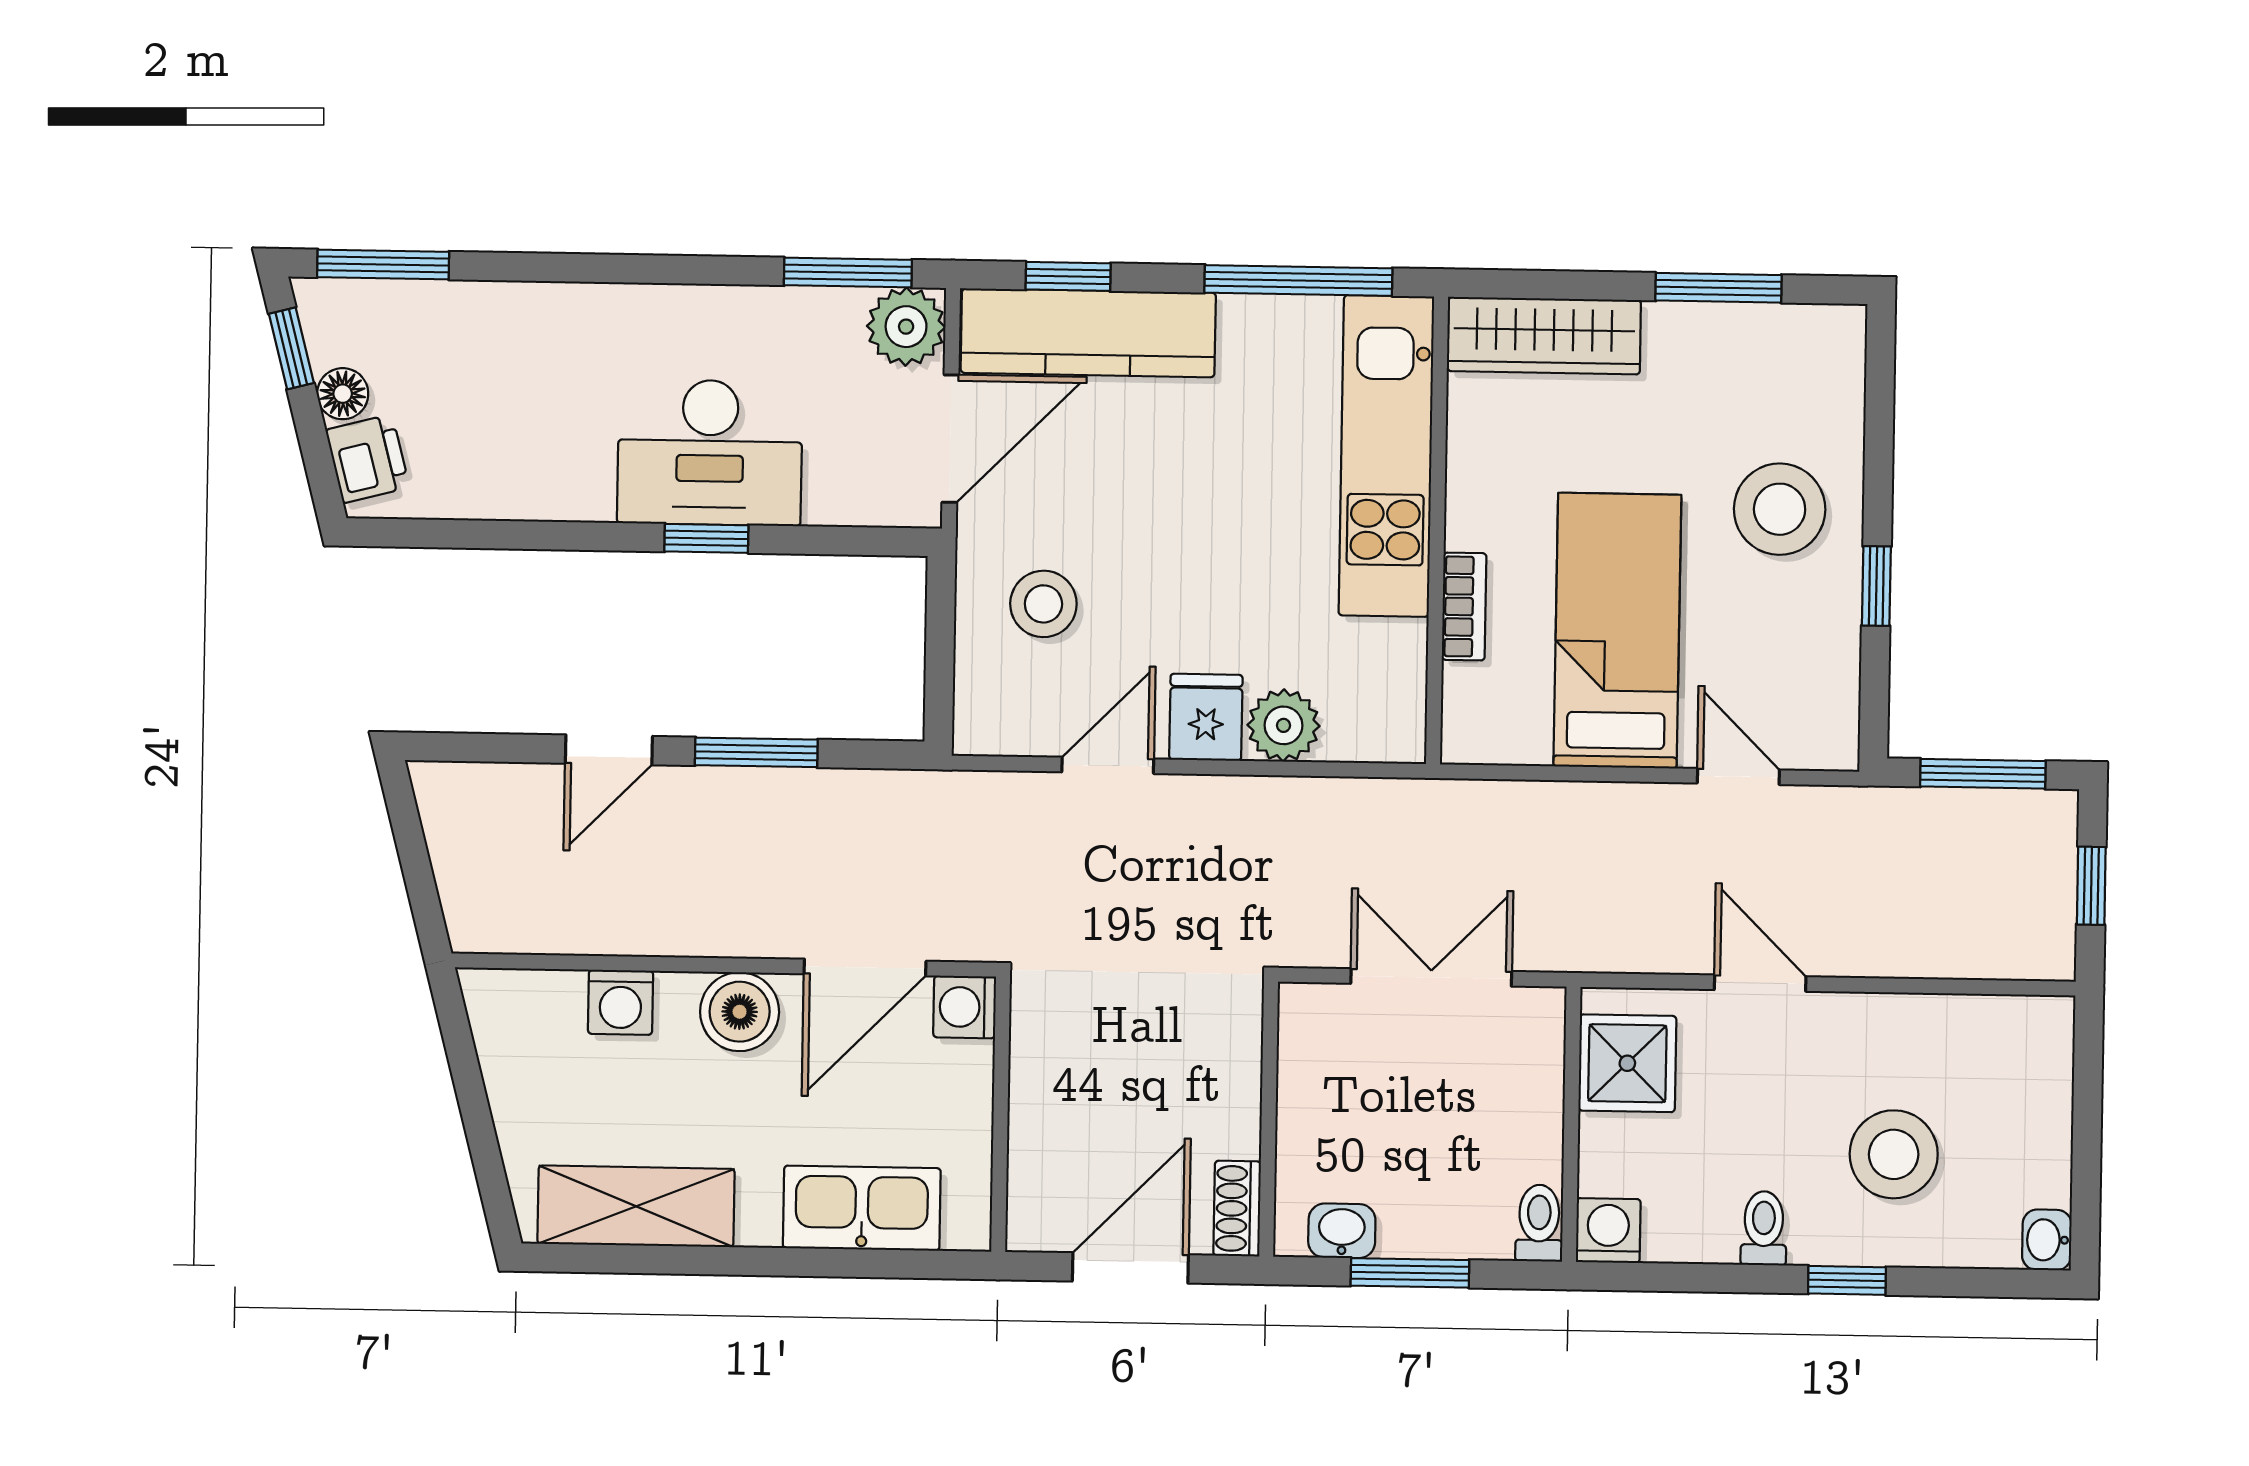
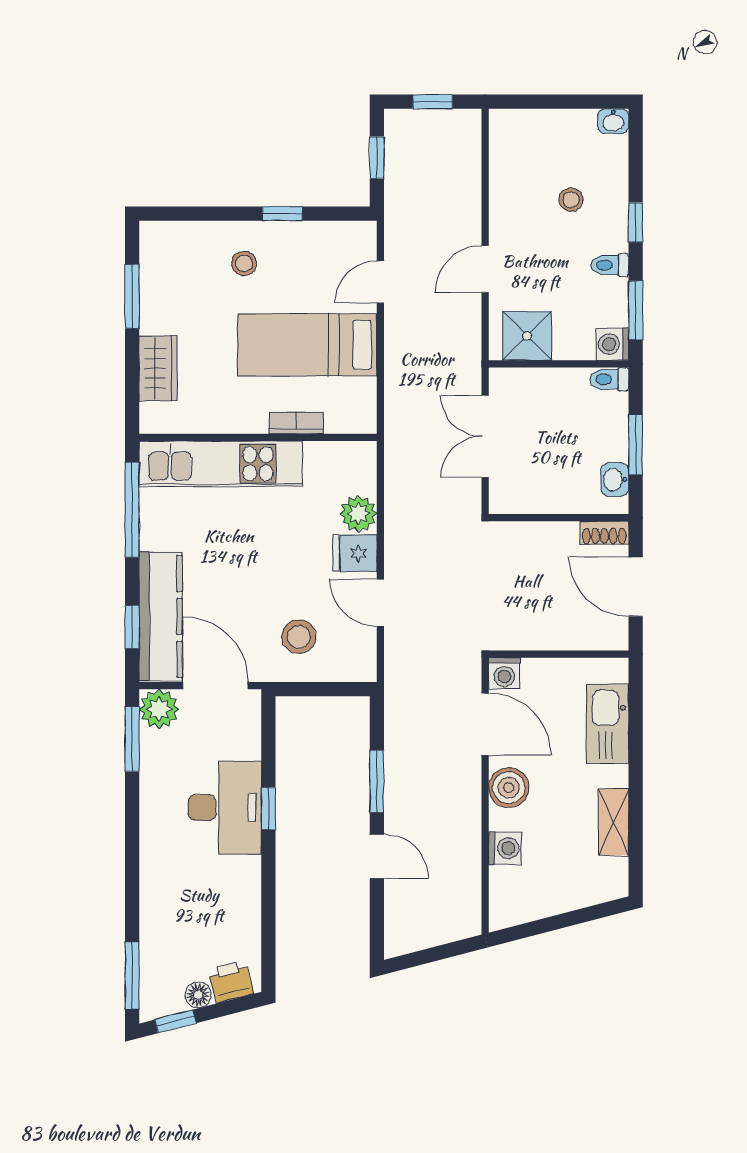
wardrobe: (1544, 336) -> (158, 368), width x0.67
stool: (1780, 509) -> (244, 263), width x0.53, depth x0.53
window: (1983, 774) -> (377, 158), width x0.67
stool: (1894, 1154) -> (571, 200), width x0.53, depth x0.53
shelving: (636, 1206) -> (614, 822), width x0.67, depth x0.75
window: (1674, 1277) -> (636, 310), added

